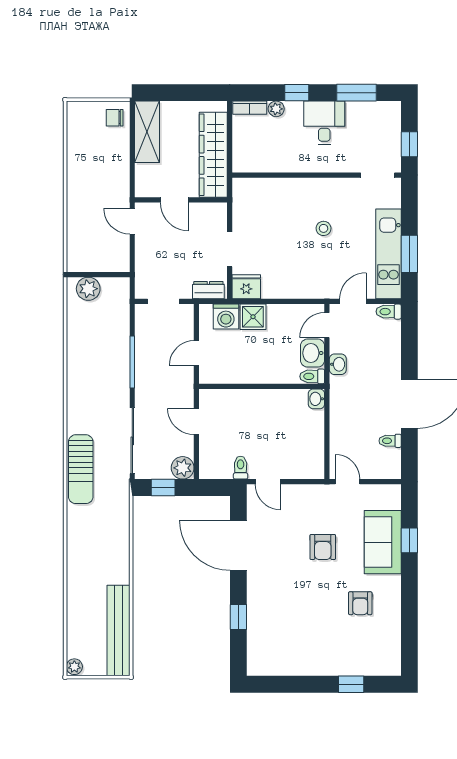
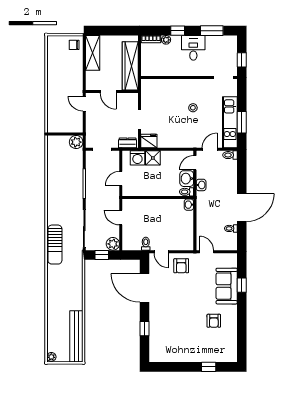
plant: (88, 289) -> (76, 142), moved
armchair: (323, 547) -> (181, 266), moved

